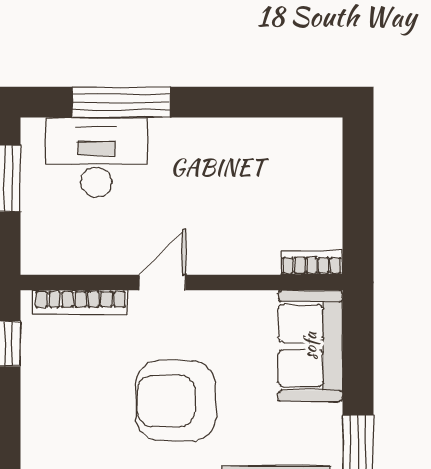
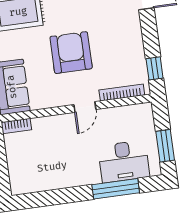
armchair: (176, 401) -> (71, 53), turned -90

